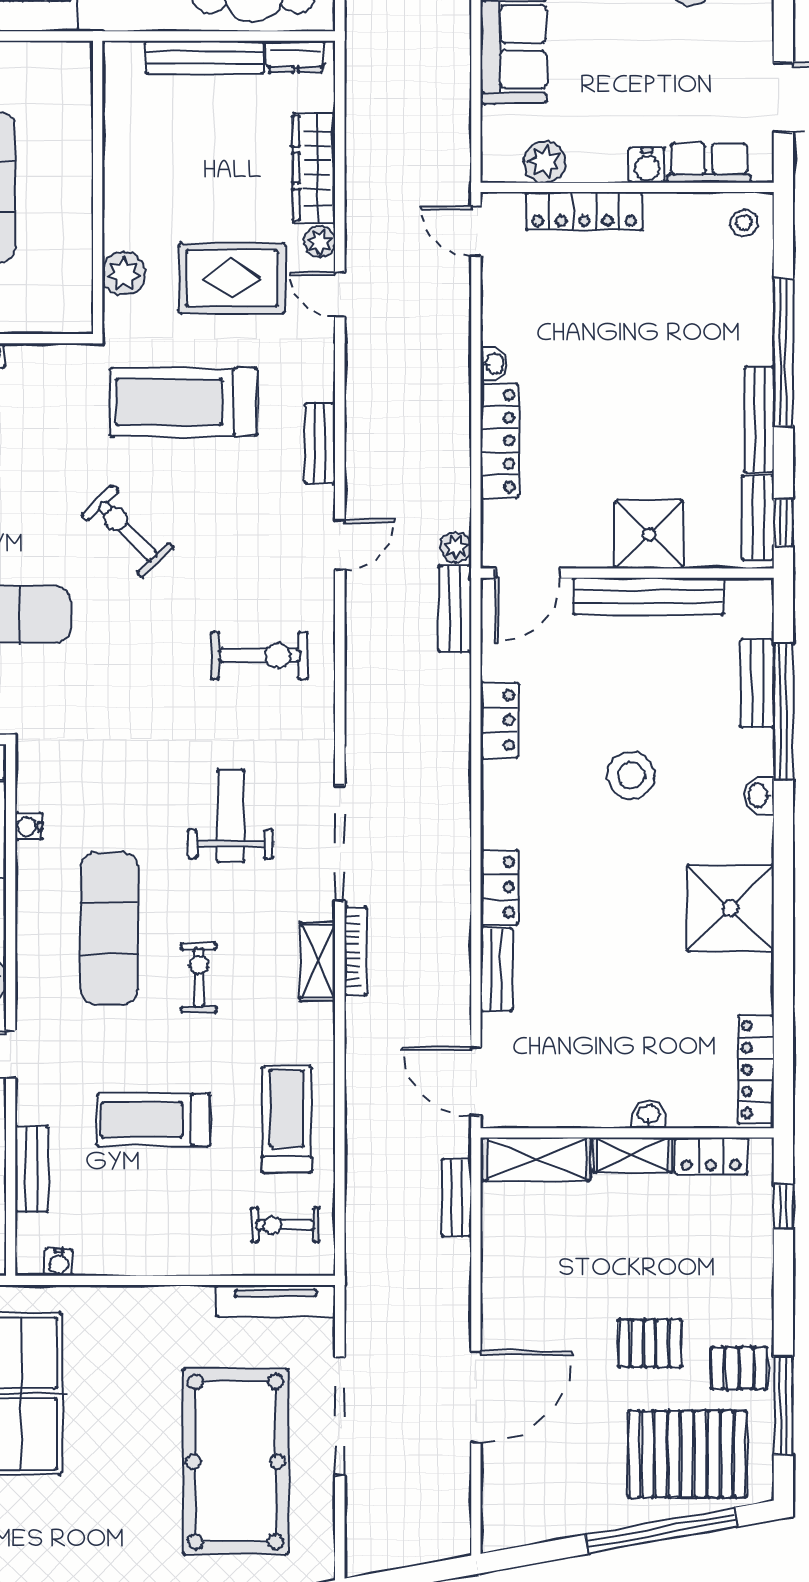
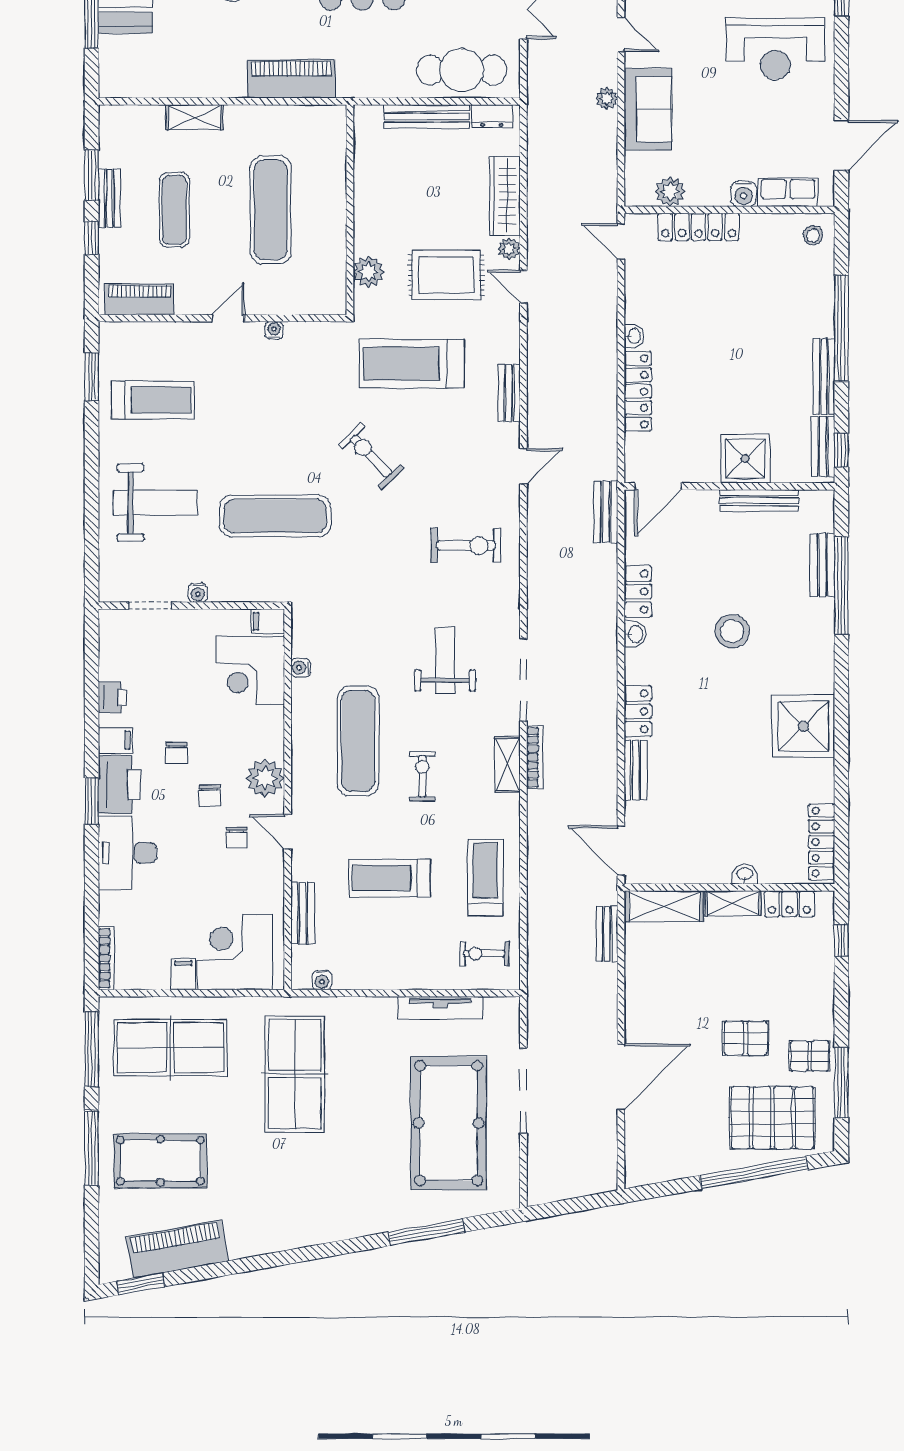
plant: (456, 547) -> (607, 98), moved
bench: (649, 596) -> (759, 501), width x0.73, depth x0.82
washbasin: (759, 795) -> (635, 634), moved, turned 180
tv unit: (276, 1301) -> (440, 1008), moved

